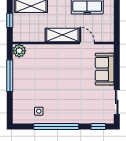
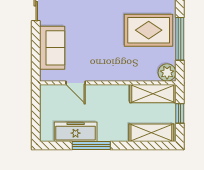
shelving: (62, 35) -> (153, 94), moved
rug: (33, 82) -> (149, 30), added

